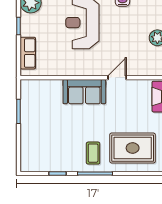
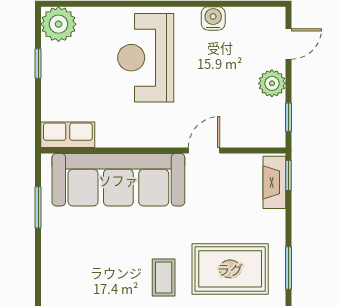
row of seats: (28, 53) -> (68, 135), moved, turned -90
sofa: (84, 92) -> (118, 180), width x1.85, depth x1.27

